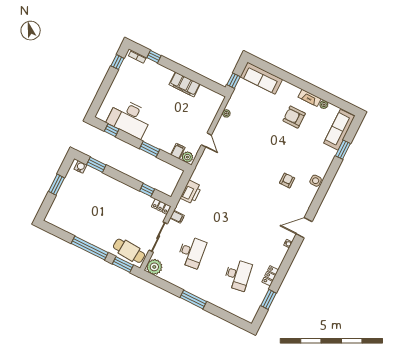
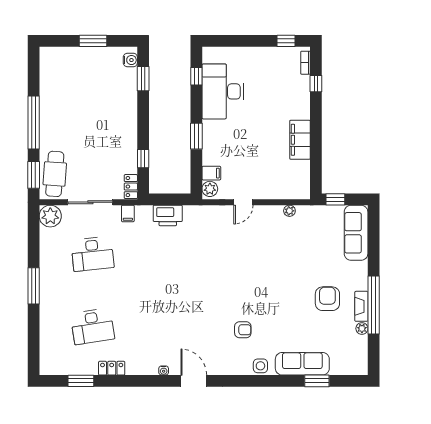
window: (313, 90) -> (374, 305), added
sofa: (339, 130) -> (302, 364), moved

